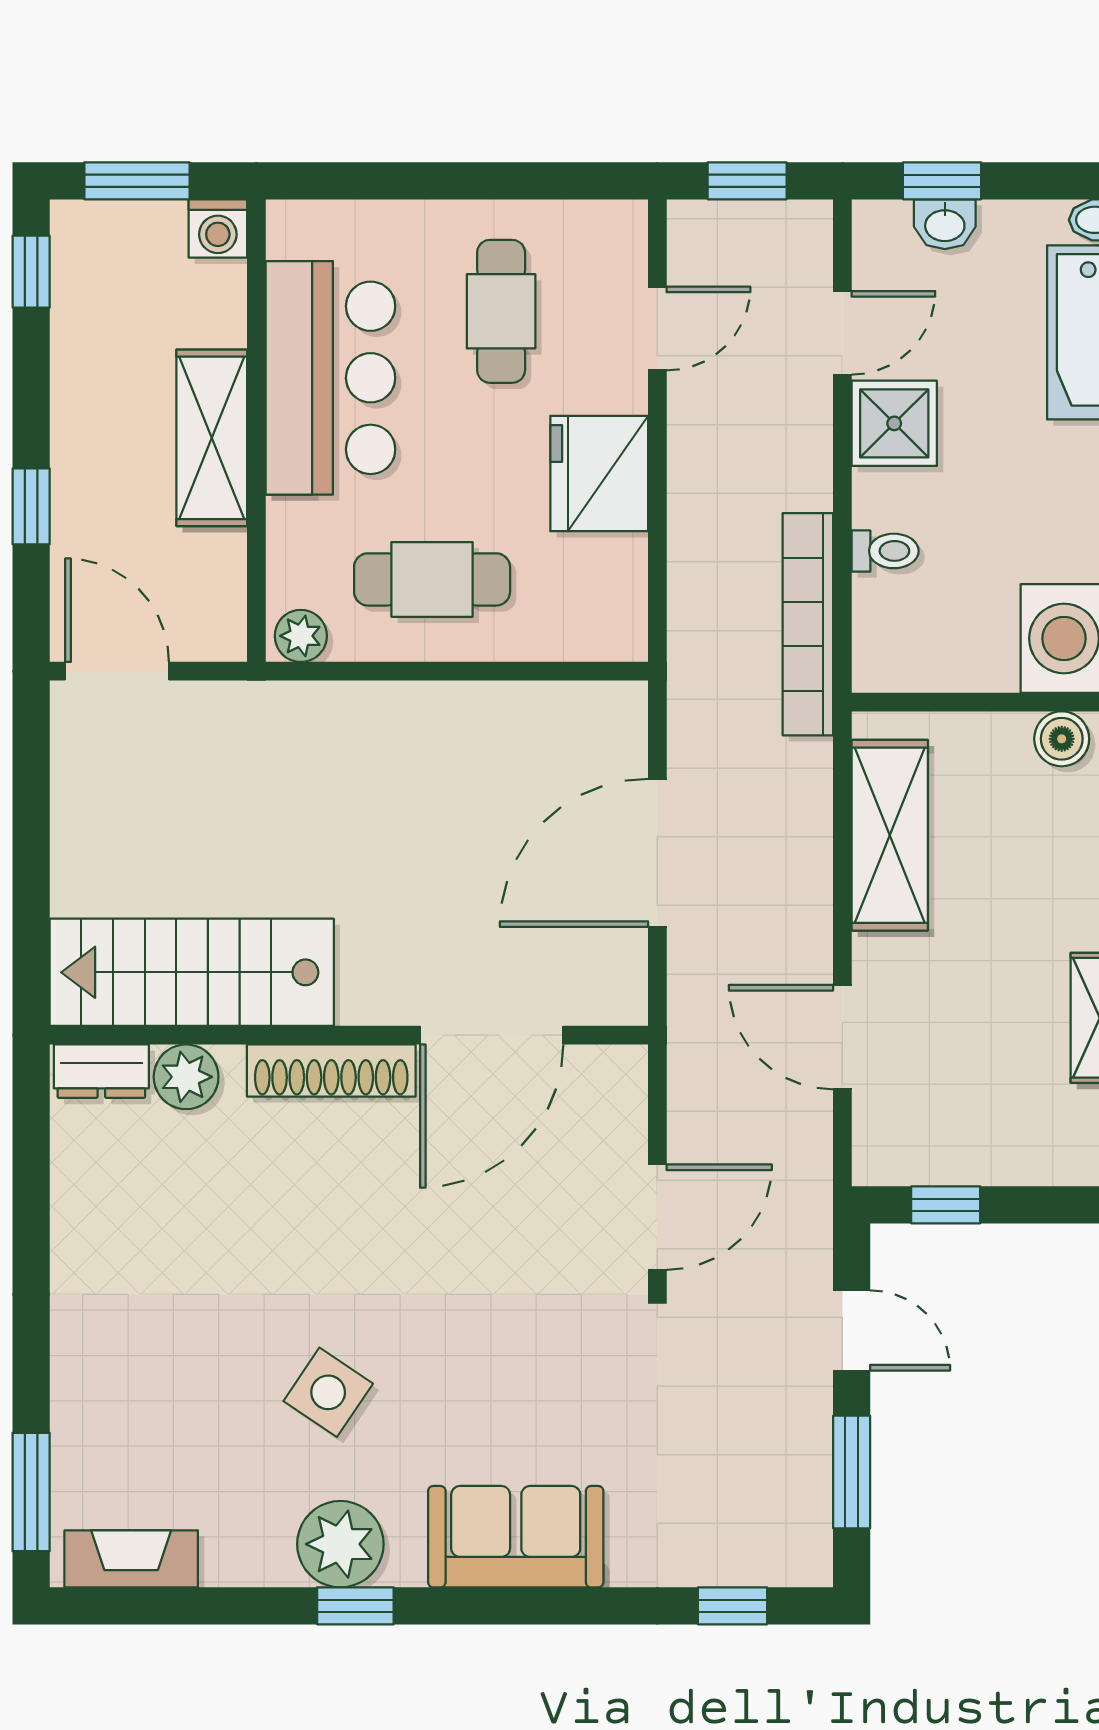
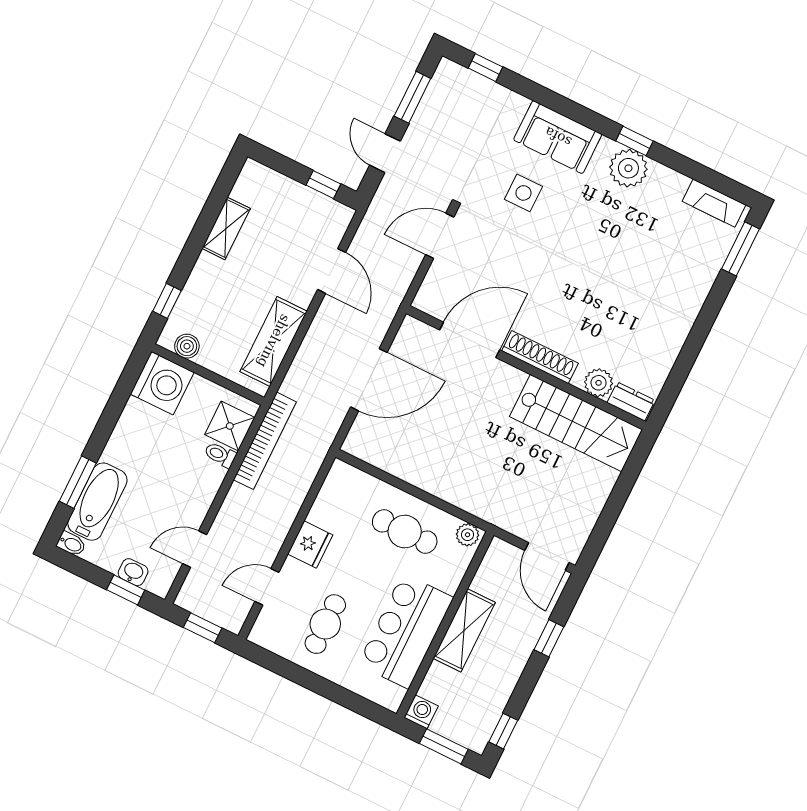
shower: (894, 423) -> (230, 426), moved
fridge: (599, 474) -> (310, 545), width x0.73, depth x0.75
side table: (328, 1392) -> (523, 193), moved, turned -34

